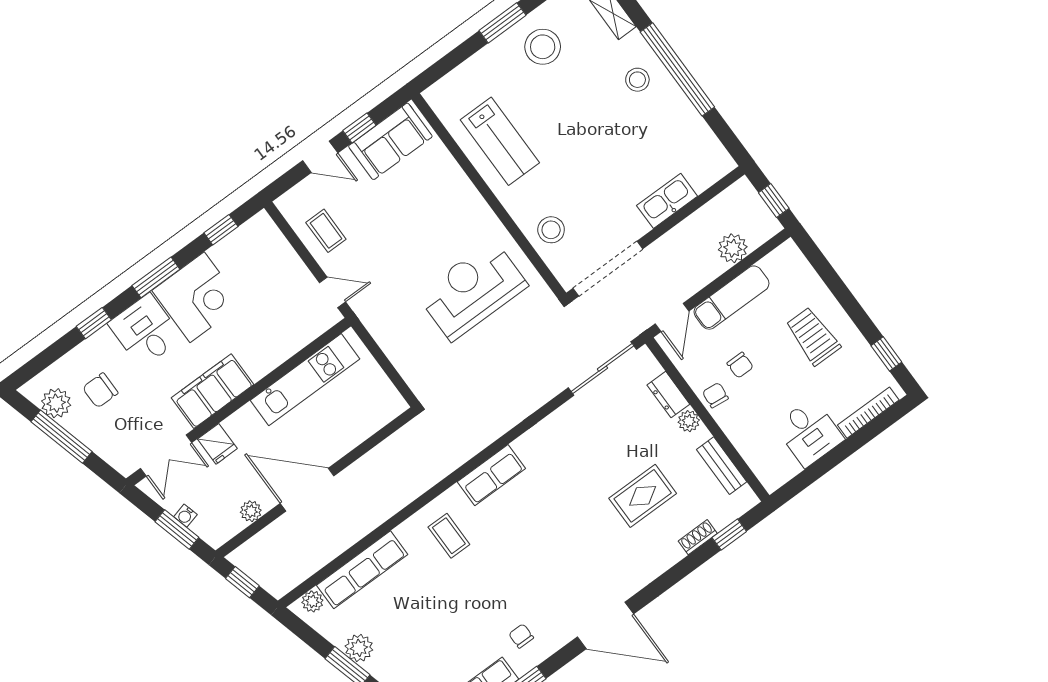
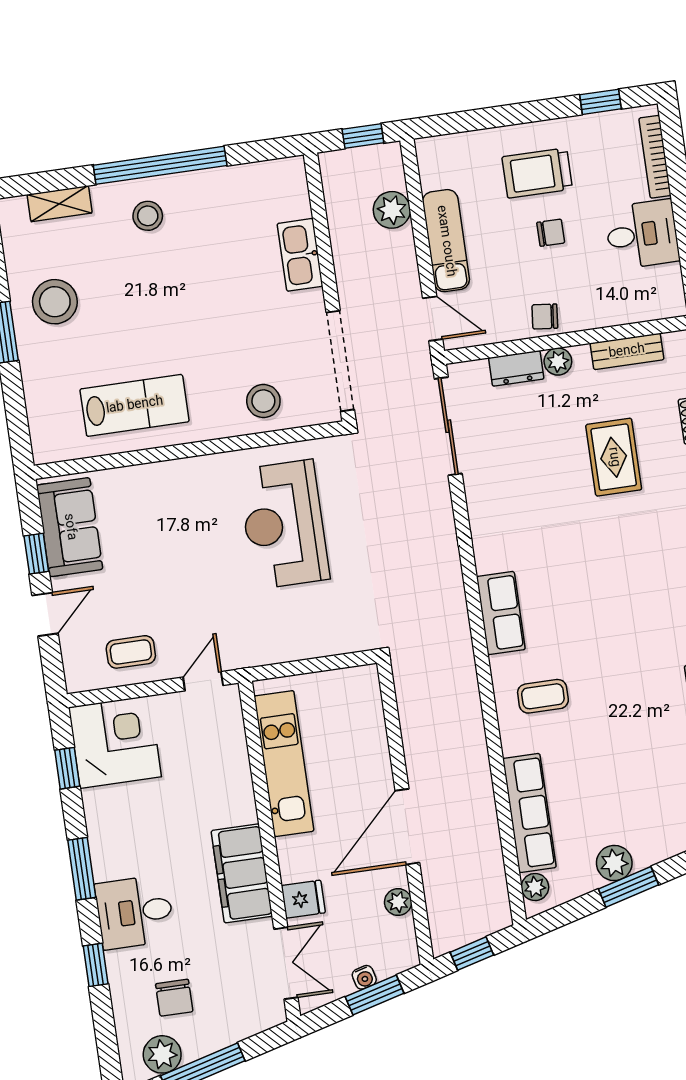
corner desk: (197, 297) -> (115, 742), moved
chair: (740, 365) -> (551, 233), moved

